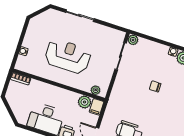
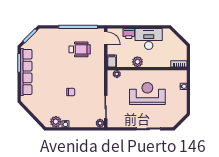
reception desk: (68, 56) -> (147, 94), turned 180
plant: (84, 102) -> (137, 62), moved

